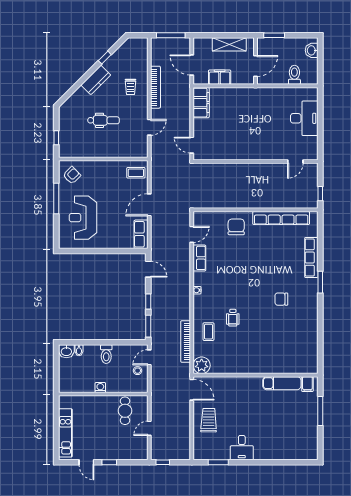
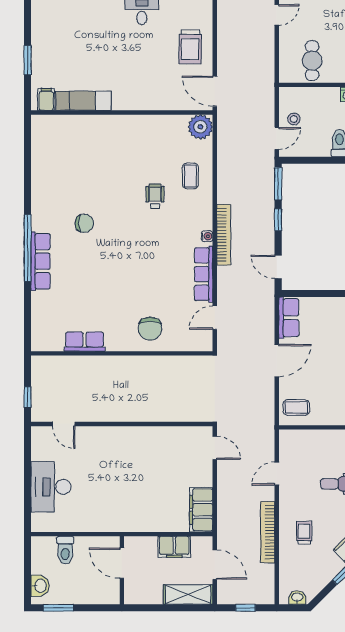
window: (171, 35) -> (245, 608), width x0.46
window: (274, 35) -> (58, 608), moved
washbasin: (135, 42) -> (297, 597), added
shelving: (229, 44) -> (188, 594), moved
door: (256, 66) -> (122, 563), hinge flipped
door: (295, 161) -> (64, 424), swing flipped
window: (320, 194) -> (28, 397), moved
row of seats: (281, 218) -> (85, 342), width x0.50
row of seats: (199, 258) -> (204, 274), width x1.48
row of seats: (311, 258) -> (41, 261), moved
window: (320, 282) -> (28, 248), width x2.11
bookcase: (186, 341) -> (224, 235), moved
window: (320, 411) -> (28, 60), width x0.69
door: (149, 428) -> (277, 15), moved

